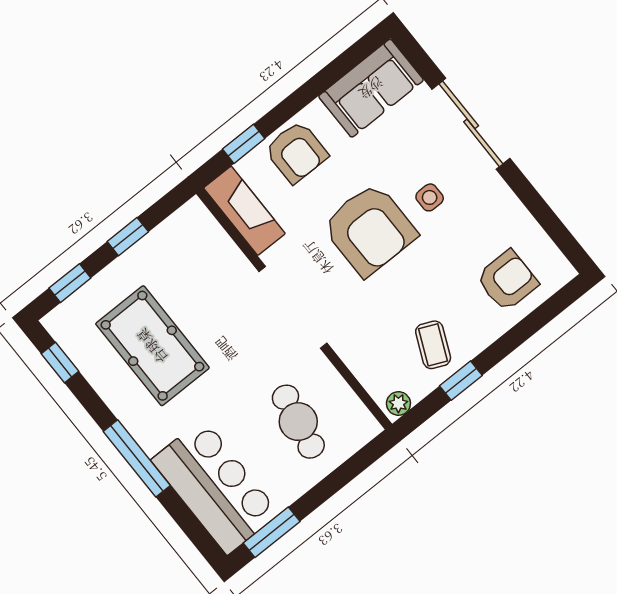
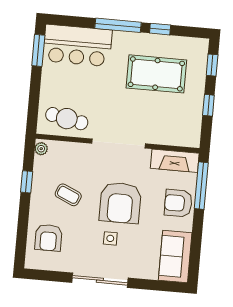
sliding door: (471, 124) -> (100, 280), moved
window: (244, 144) -> (201, 186), width x2.17
armchair: (370, 229) -> (120, 203), turned -90
coffee table: (433, 345) -> (68, 195), moved
window: (60, 362) -> (160, 29), moved
cafe table: (298, 422) -> (67, 119), moved

